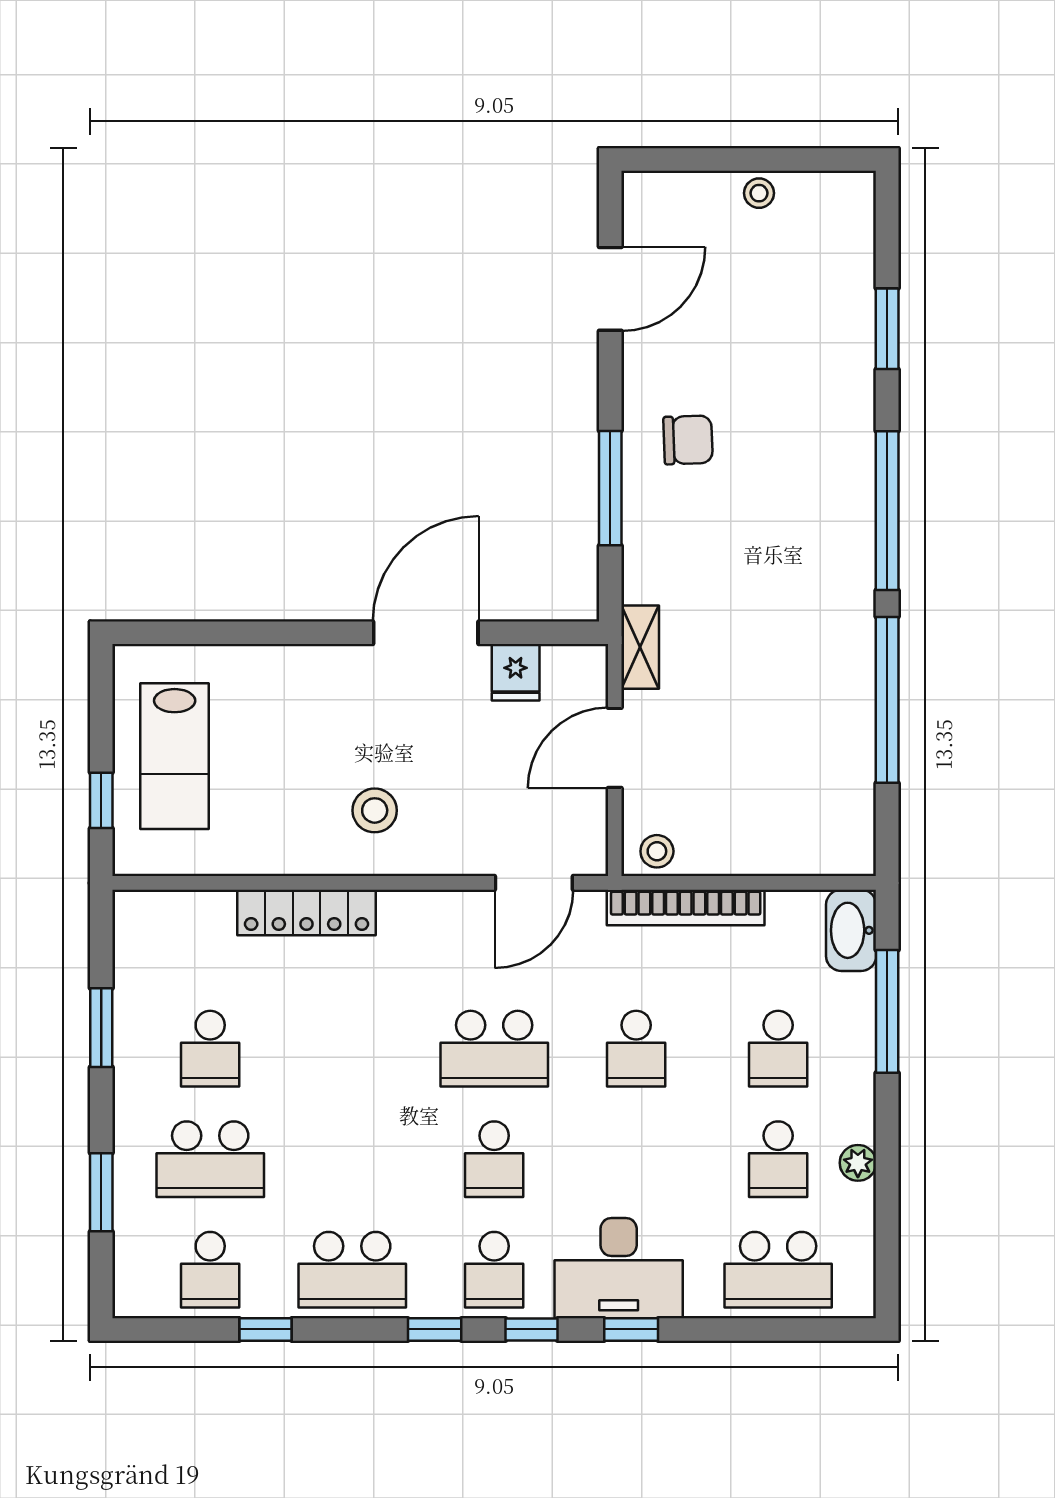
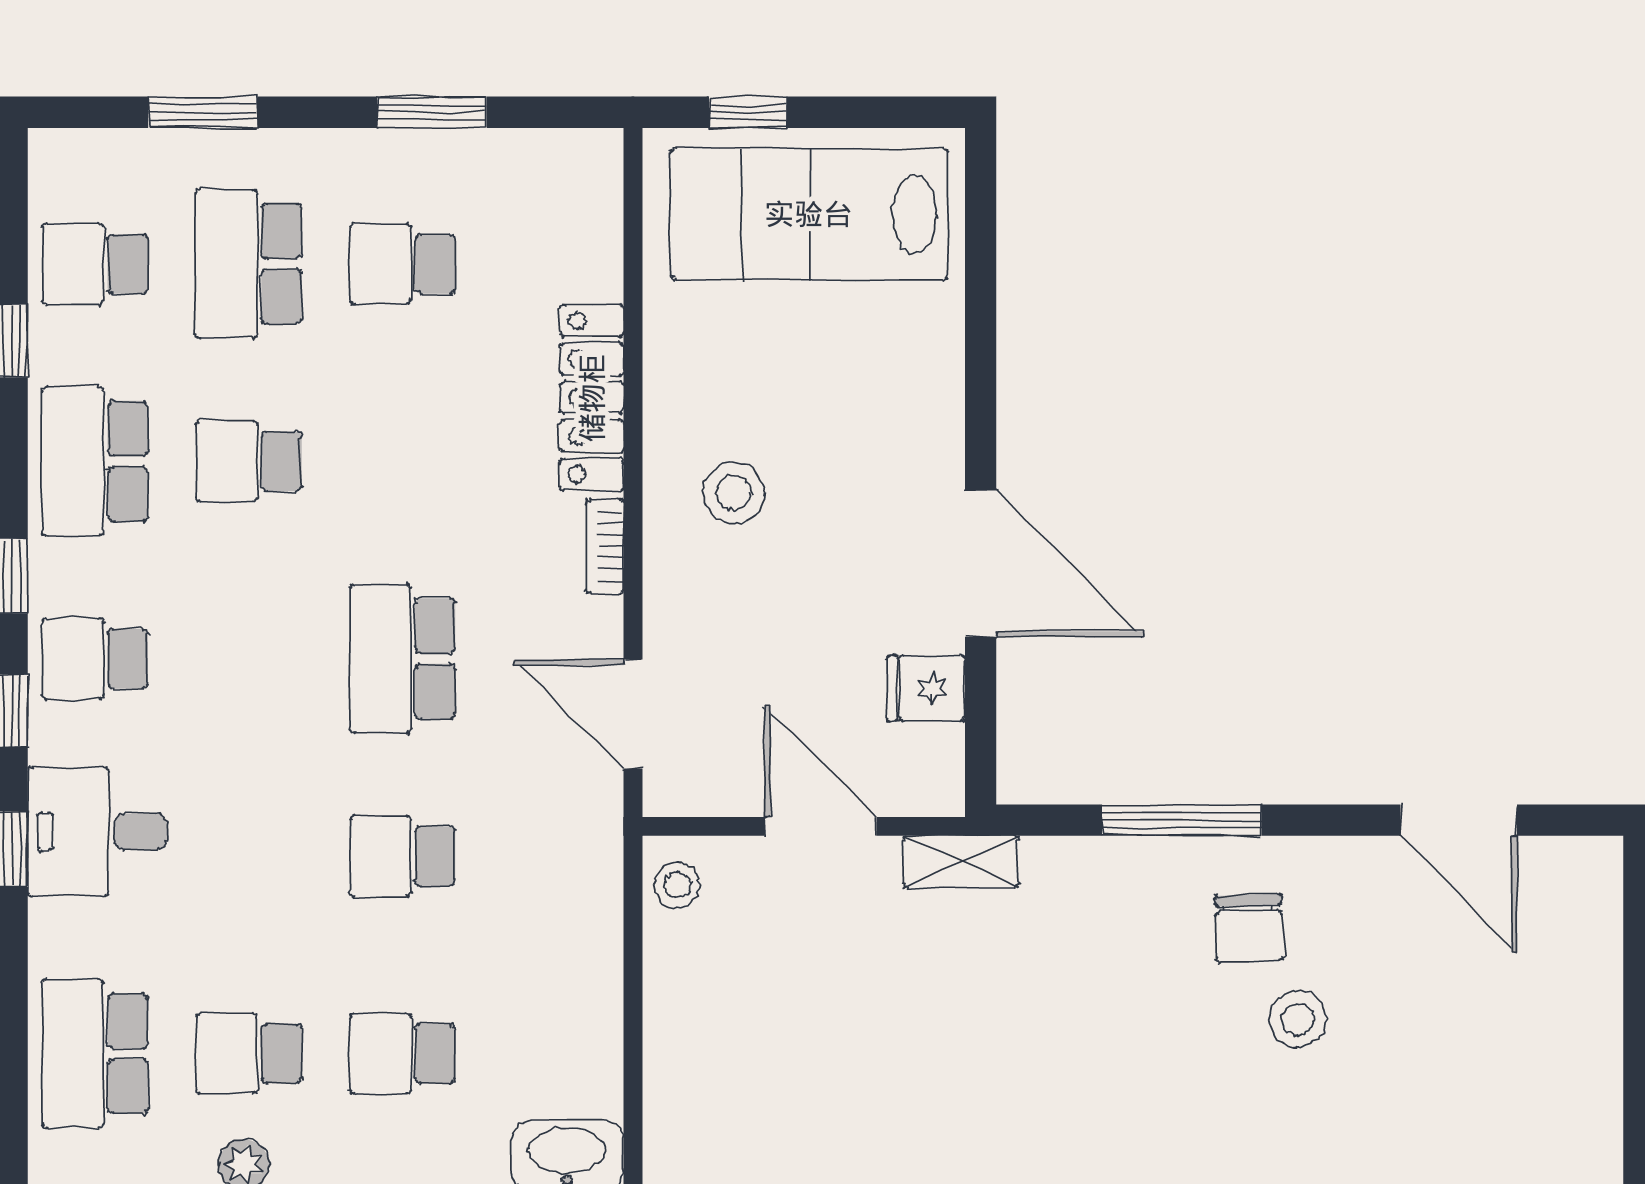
stool: (759, 193) -> (1297, 1019), moved, width x1.37, depth x1.37
lab bench: (175, 756) -> (809, 214), width x1.36, depth x1.39
bookcase: (686, 907) -> (605, 546), moved, width x0.43, depth x0.76
school desk: (494, 1159) -> (249, 461), moved
desk: (619, 1268) -> (97, 832), width x0.73

